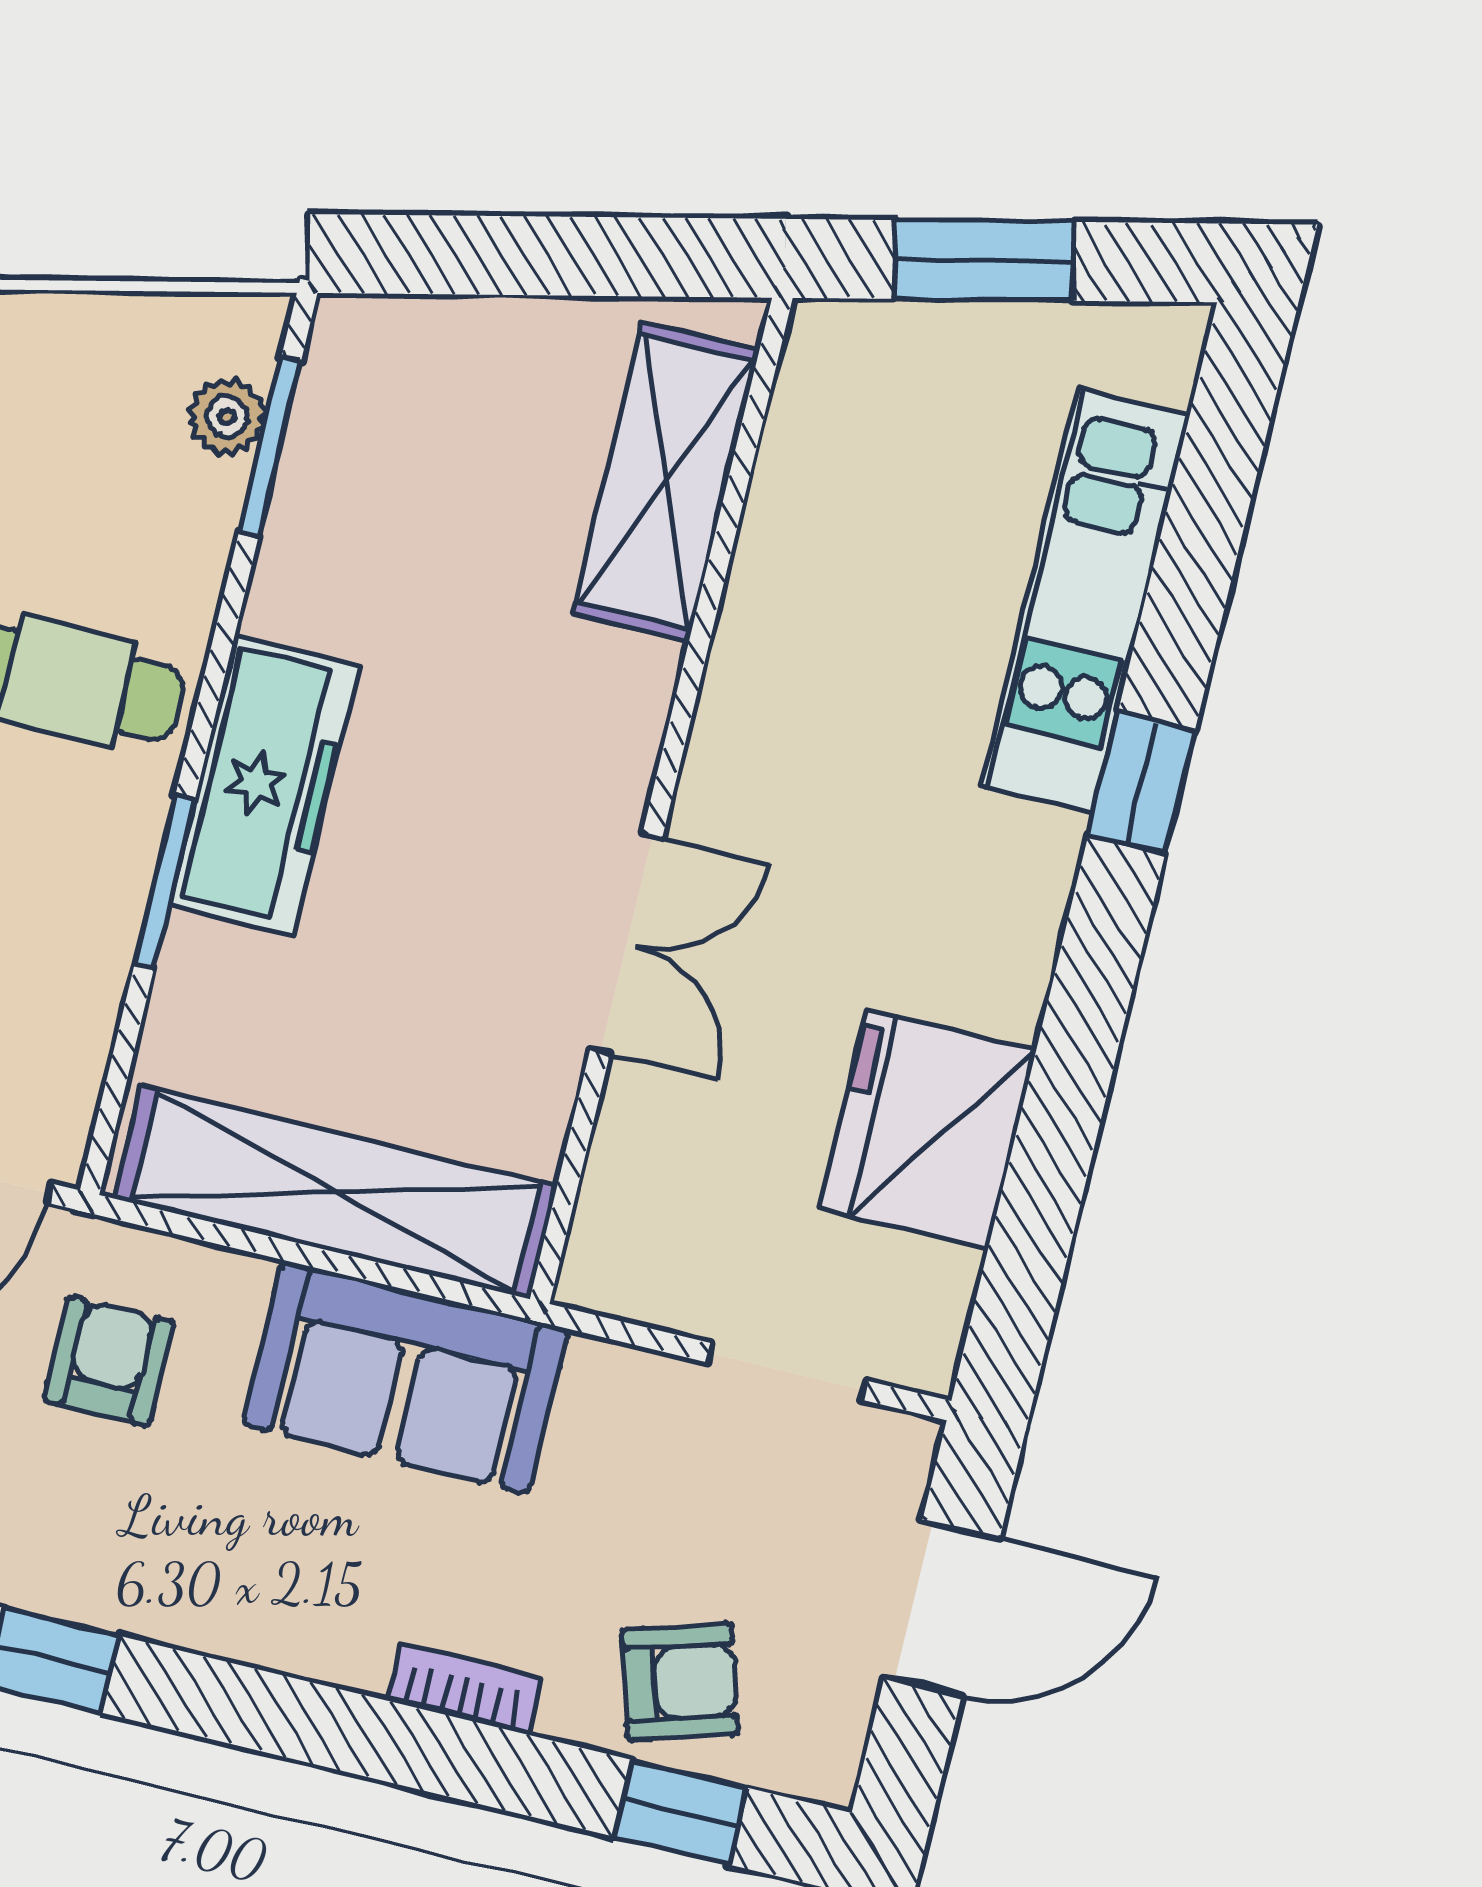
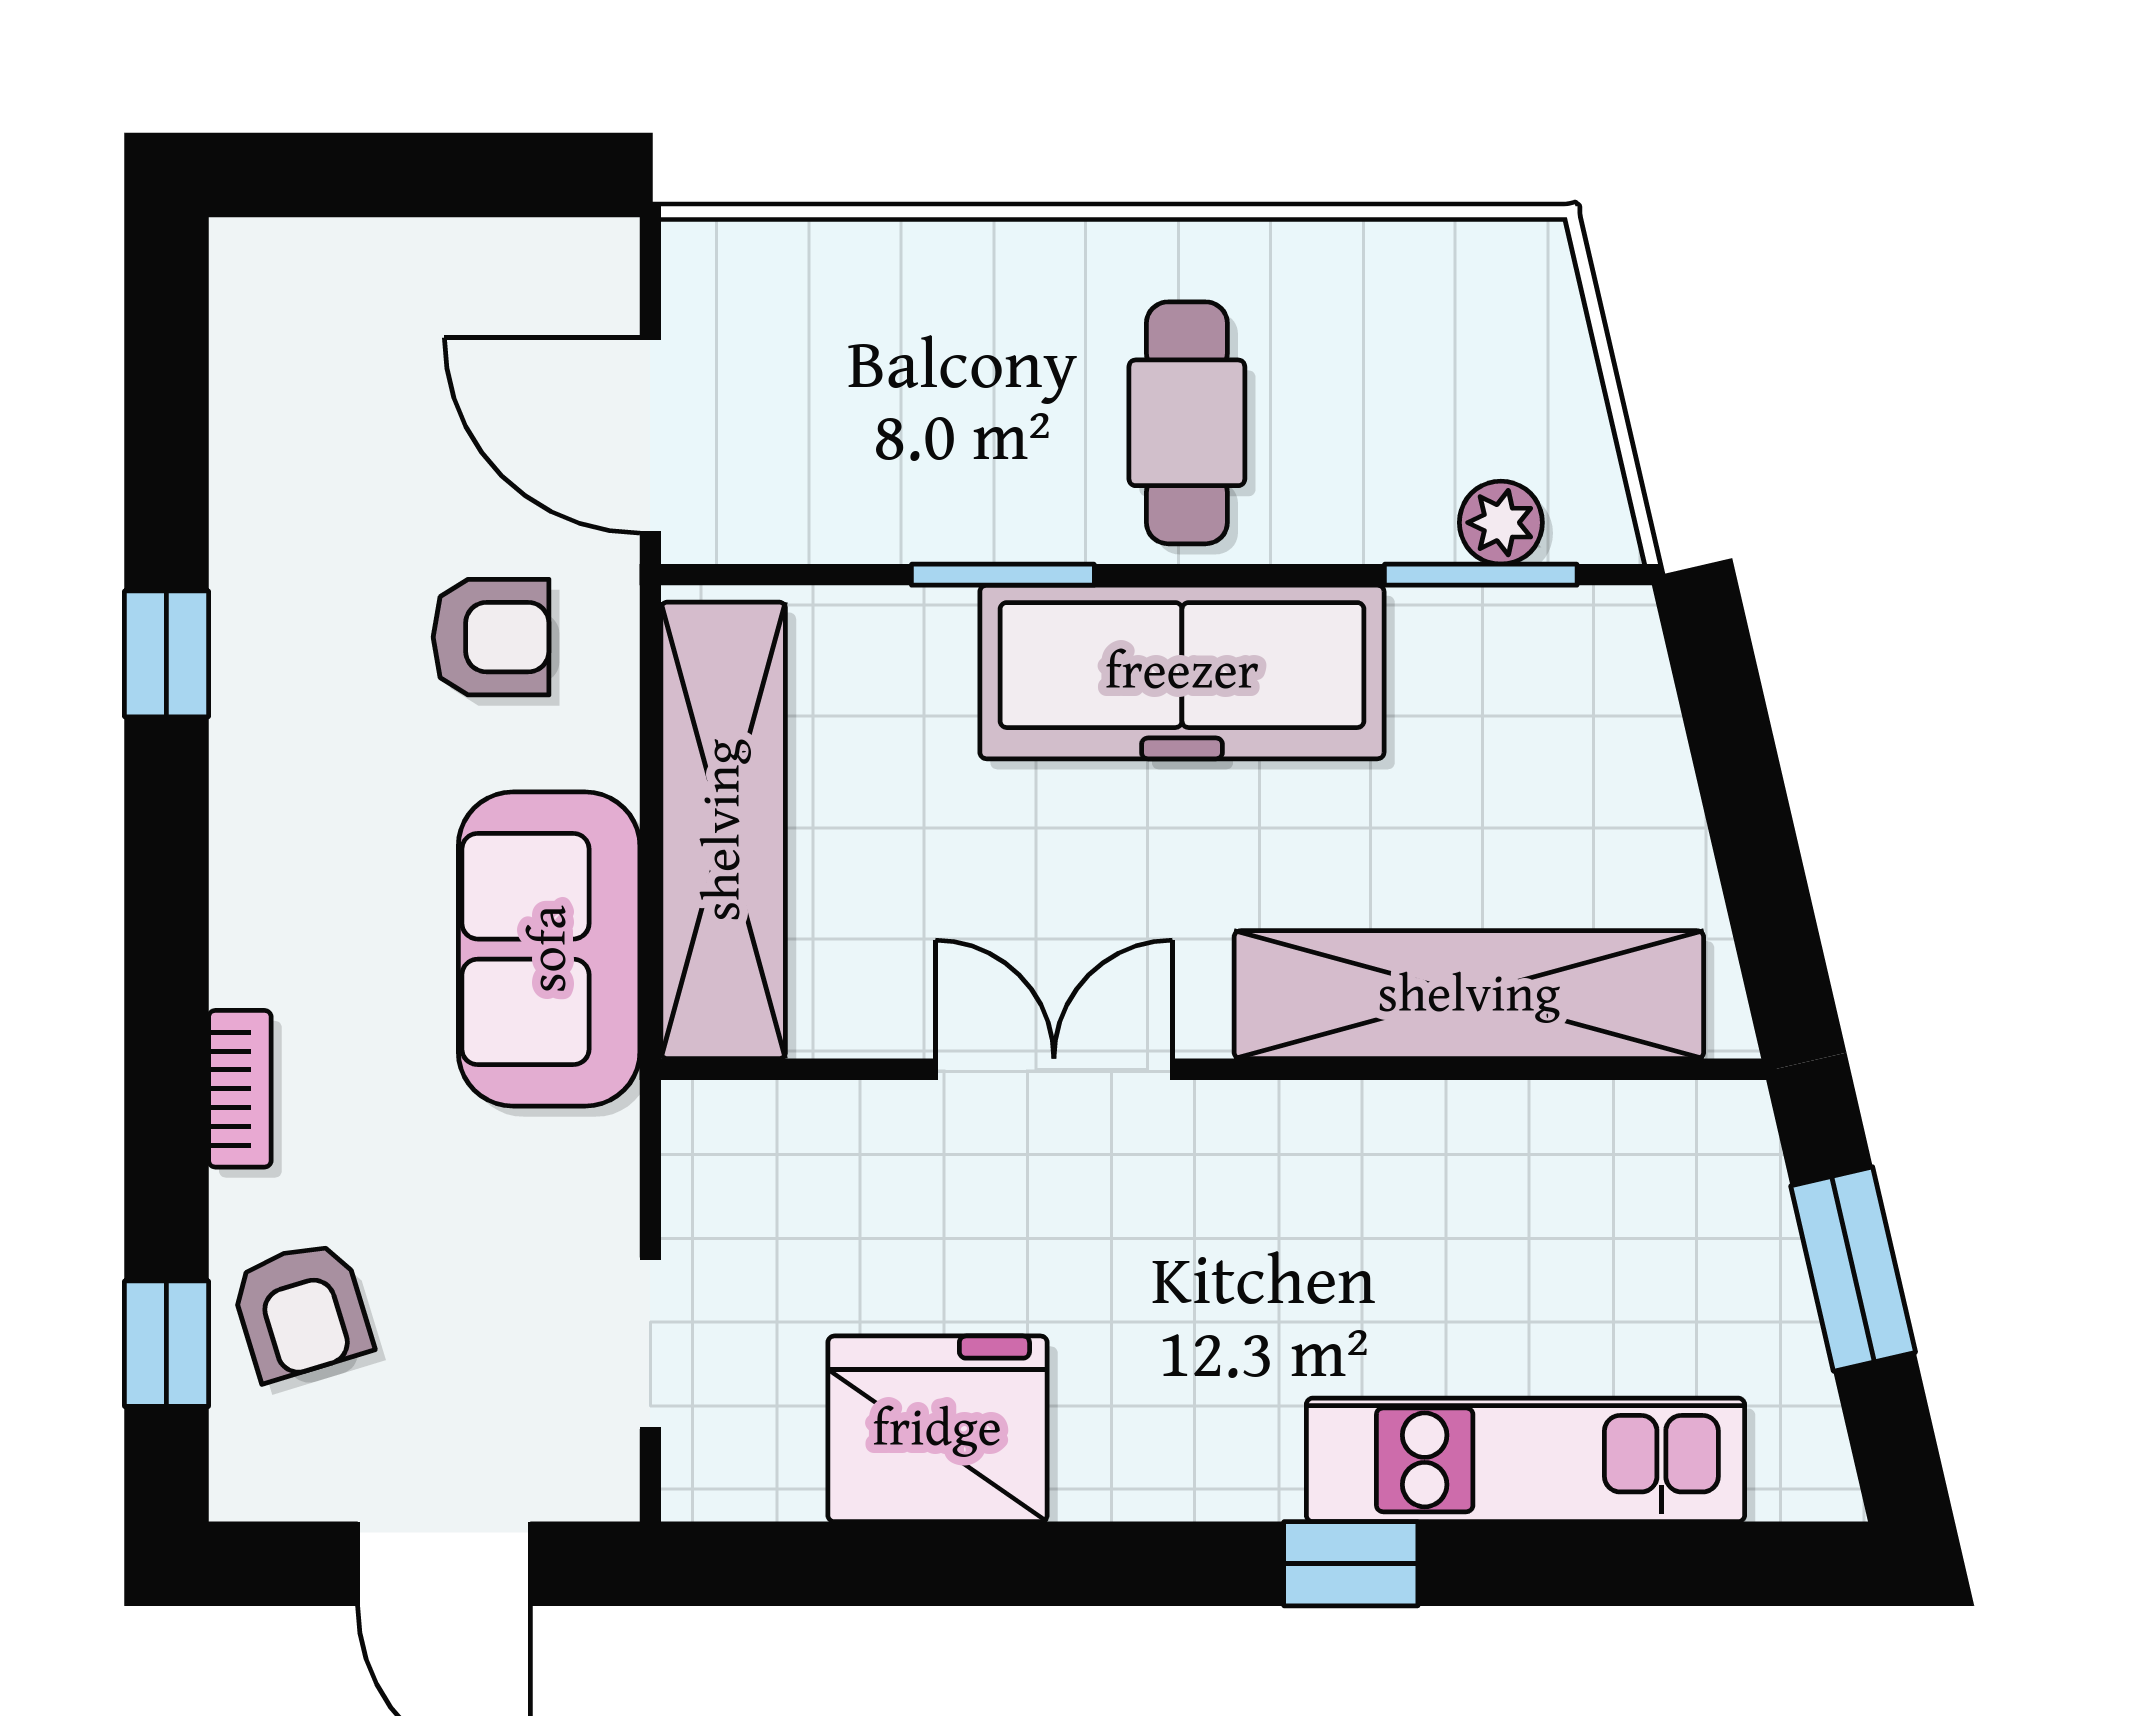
shelving: (666, 482) -> (1469, 995), width x1.47
freezer: (265, 785) -> (1182, 672), width x1.36, depth x1.26
double door: (626, 944) -> (1054, 1069), swing flipped

